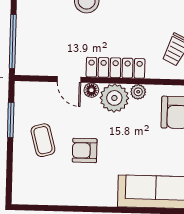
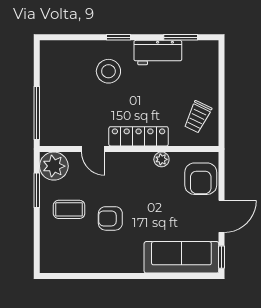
floor lamp: (91, 90) -> (115, 159), removed
plant: (114, 98) -> (54, 166), moved
coffee table: (43, 140) -> (69, 209), turned -75

